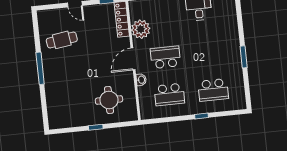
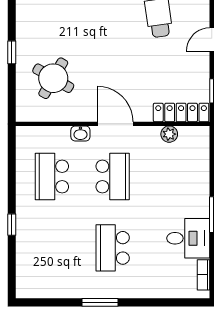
plant: (141, 29) -> (169, 134), width x0.53, depth x0.53
school desk: (213, 90) -> (113, 248), moved
round table: (109, 100) -> (53, 78), turned 30

